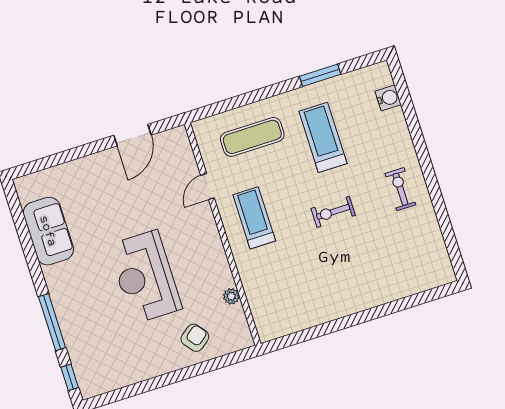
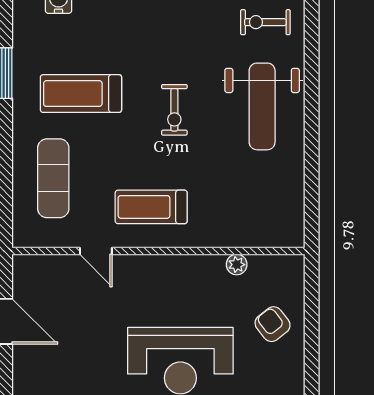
exercise bike: (400, 189) -> (265, 22), moved
weight bench: (357, 277) -> (262, 106), added

